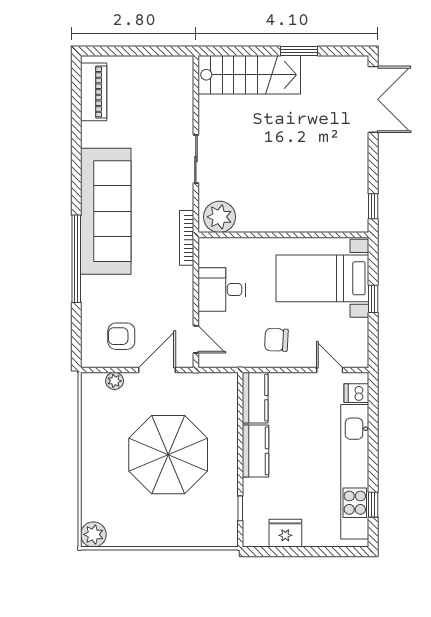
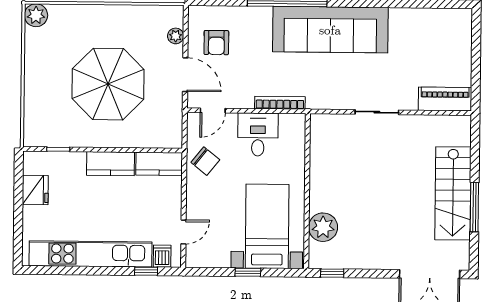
window: (299, 51) -> (474, 207), width x1.44
stairs: (249, 75) -> (453, 193), moved
piano: (94, 92) -> (445, 99), moved, turned 180
plant: (219, 217) -> (323, 227), moved
bookcase: (187, 238) -> (280, 103), moved
armchair: (121, 336) -> (216, 43), turned 180
chair: (276, 340) -> (205, 161), moved, turned 126
window: (373, 505) -> (146, 271), moved

